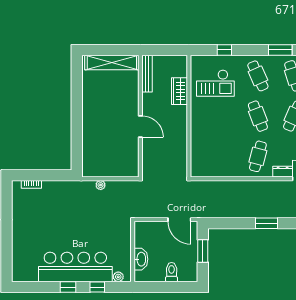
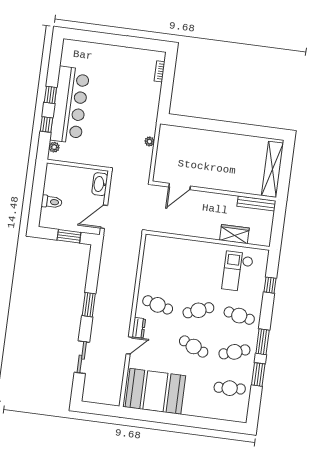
cafe table: (258, 76) -> (239, 316), turned 36
door: (140, 126) -> (180, 186), moved
washbasin: (141, 259) -> (100, 184), moved, turned 90

